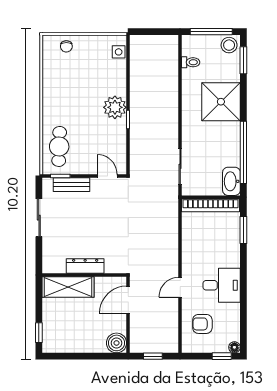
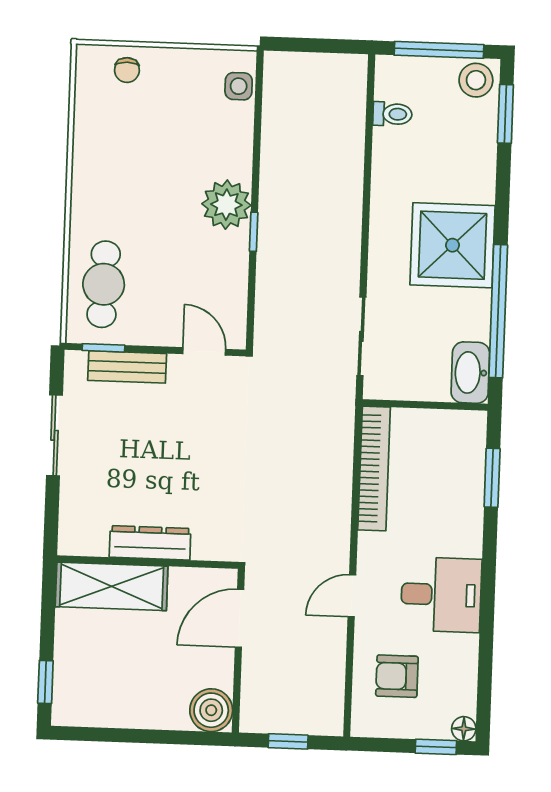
shower: (221, 102) -> (452, 245), moved
bookcase: (211, 205) -> (374, 468), moved, turned -90

